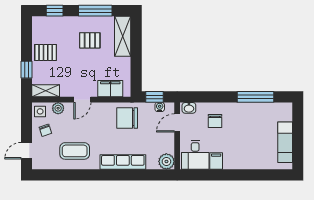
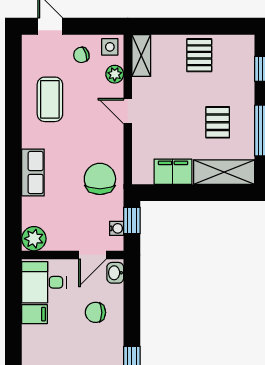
window: (27, 70) -> (173, 26), removed
filing cabinet: (110, 89) -> (173, 172), moved, turned -90
door: (177, 123) -> (92, 255), swing flipped
row of seats: (123, 162) -> (33, 172), width x0.68

